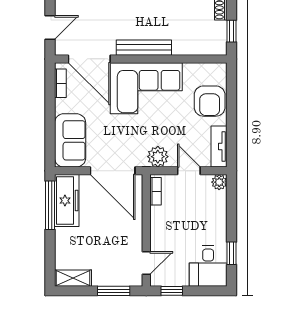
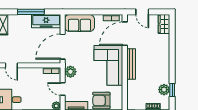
door: (189, 171) -> (63, 89), swing flipped
window: (50, 205) -> (31, 12), moved

